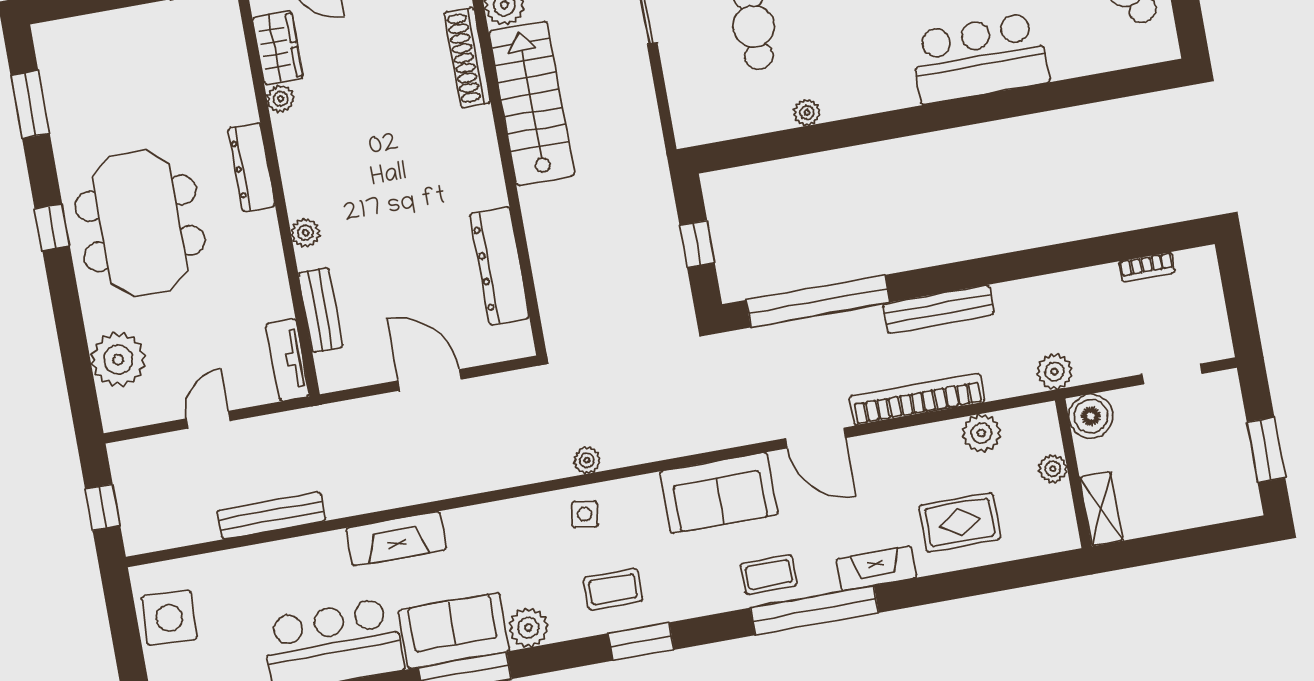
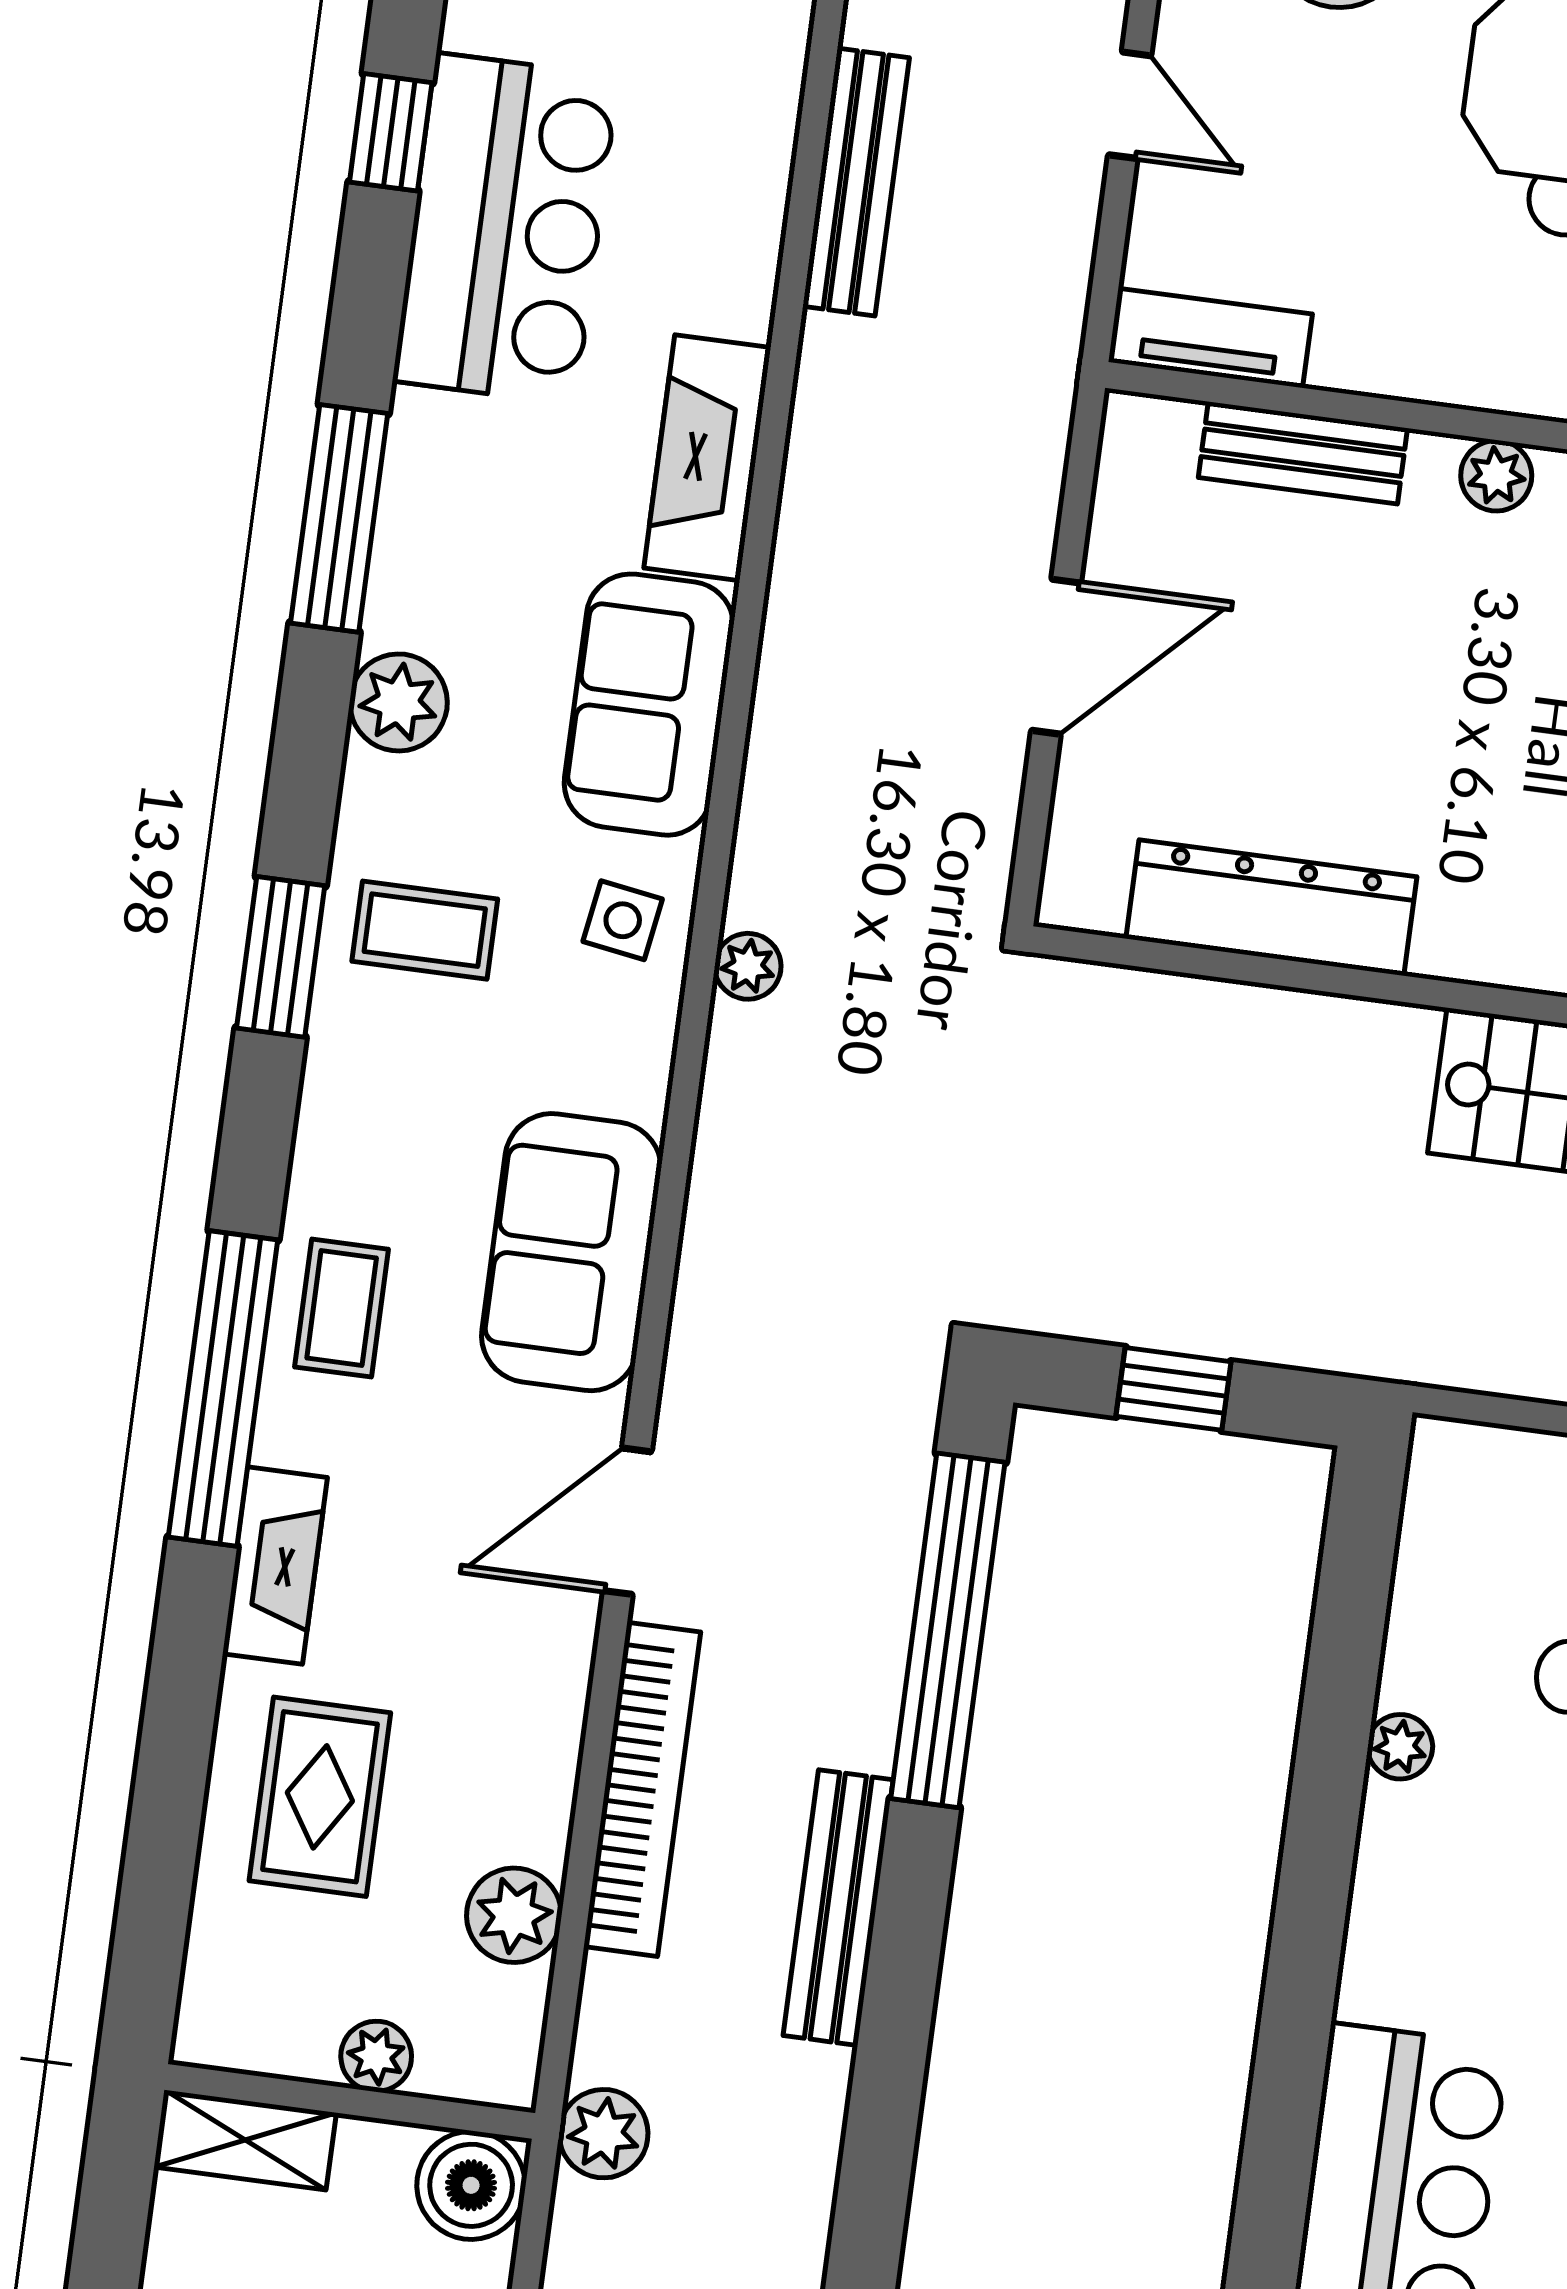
coffee table: (613, 589) -> (425, 930), turned 90
sofa: (454, 631) -> (649, 705), moved, turned 180

